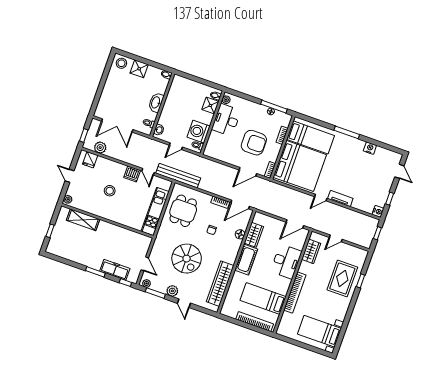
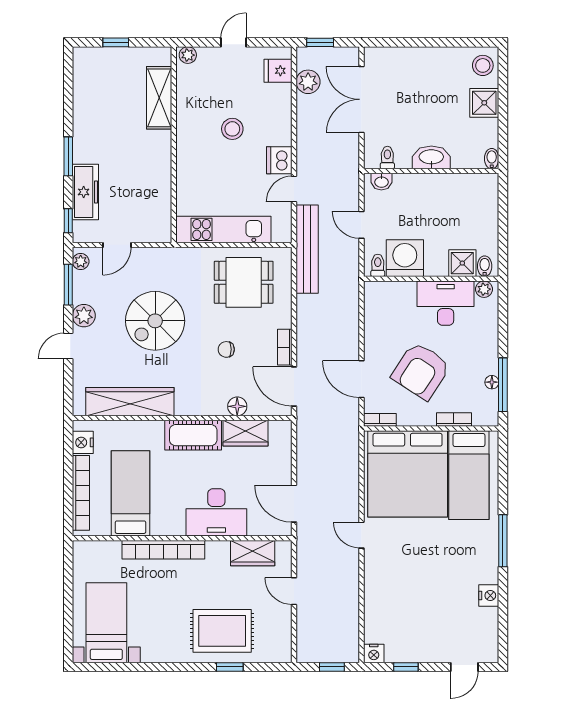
armchair: (254, 143) -> (421, 371), turned 33
tv unit: (340, 199) -> (373, 573), removed
nightstand: (231, 312) -> (83, 442), added

